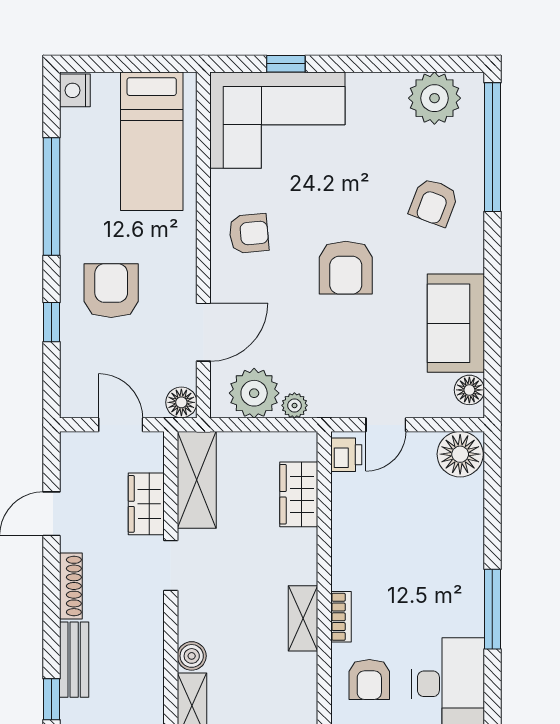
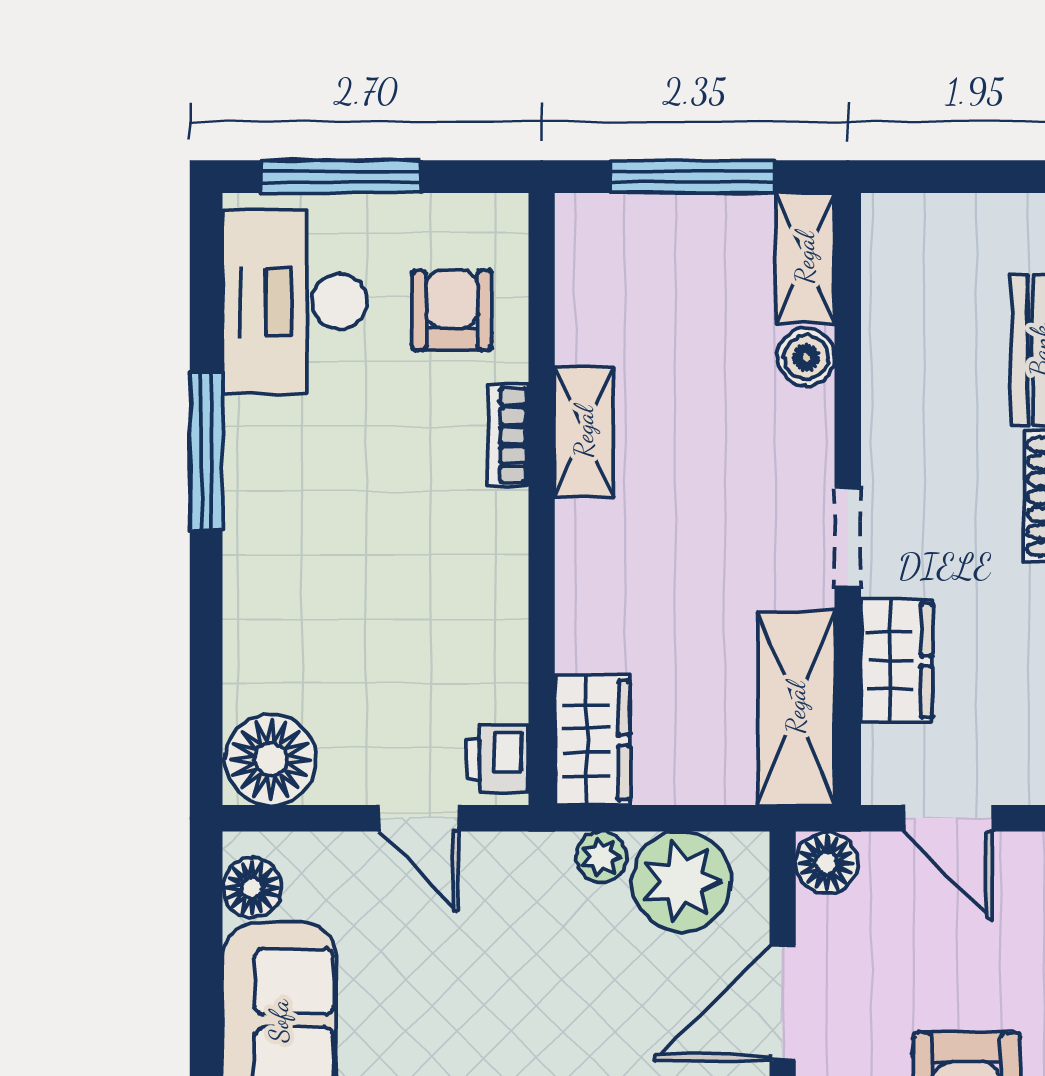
door: (386, 425) -> (419, 818), swing flipped
wardrobe: (299, 494) -> (592, 740), moved

